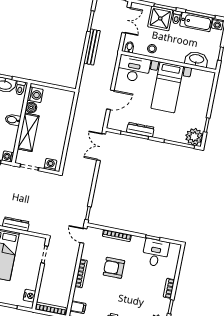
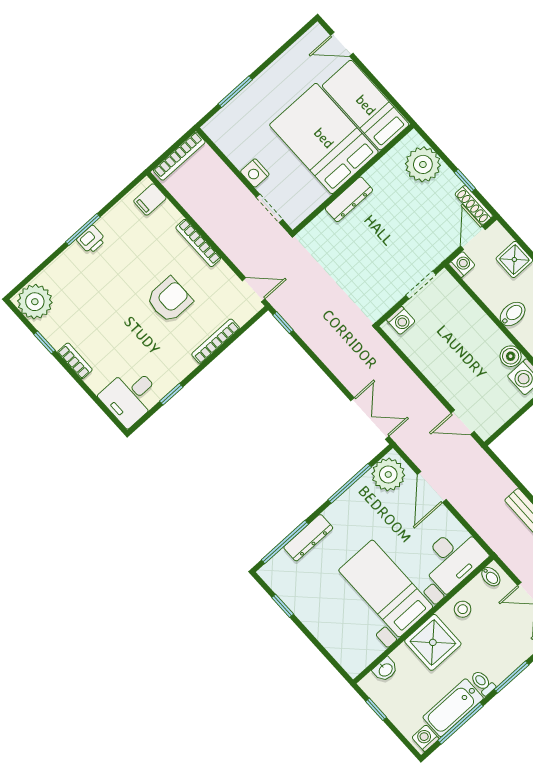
shower: (160, 18) -> (433, 642), moved
washbasin: (197, 59) -> (385, 670), width x0.52, depth x0.69
door: (74, 107) -> (463, 422), added
dresser: (140, 130) -> (308, 538), moved
shelving: (28, 132) -> (476, 323), removed
plant: (194, 137) -> (388, 474), moved
desk: (155, 253) -> (130, 396), moved, turned 90
nightstand: (29, 296) -> (255, 173), moved

